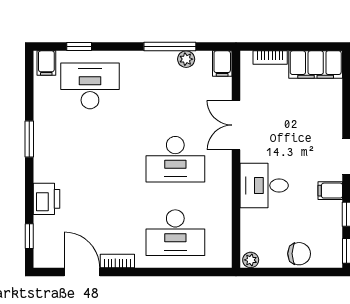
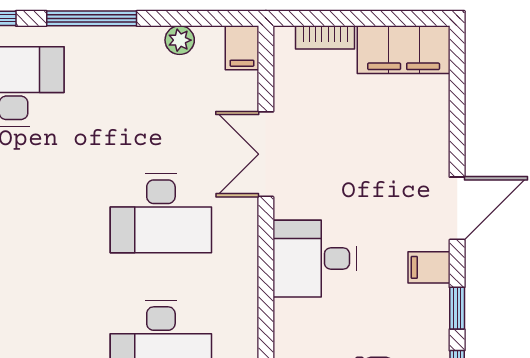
window: (170, 47) -> (92, 18), moved

